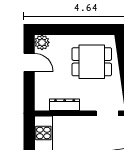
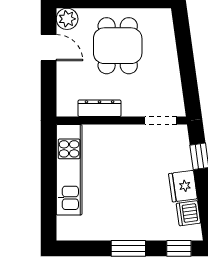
dining table: (92, 62) -> (118, 46), moved, turned 90

